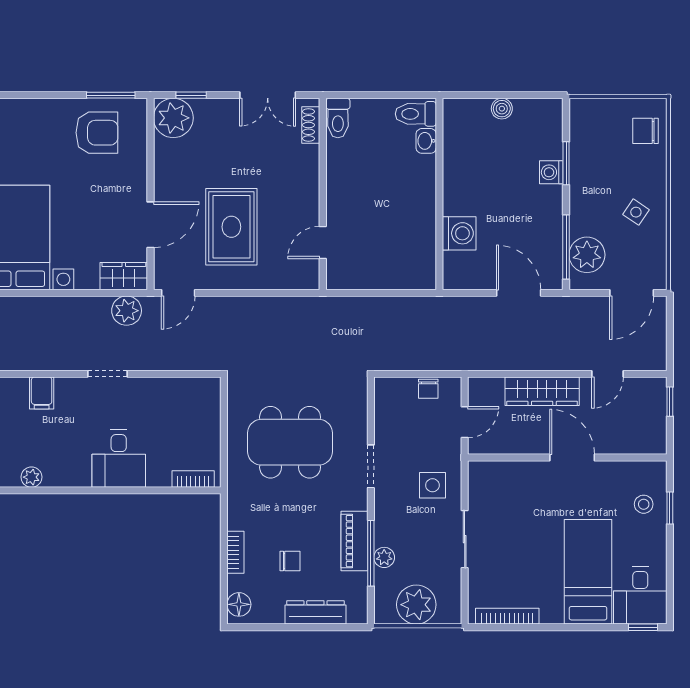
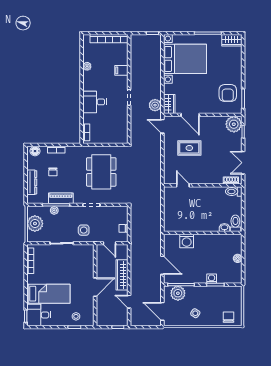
rug: (231, 227) -> (189, 148), width x0.73, depth x0.70
door: (519, 293) -> (162, 265), hinge flipped

